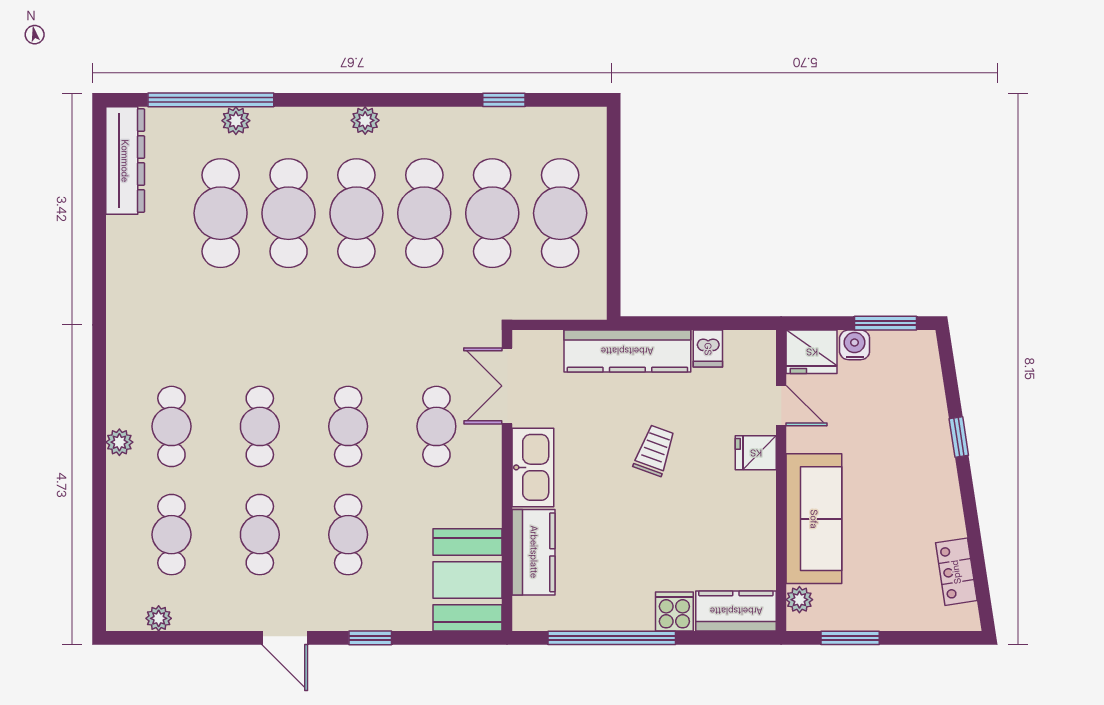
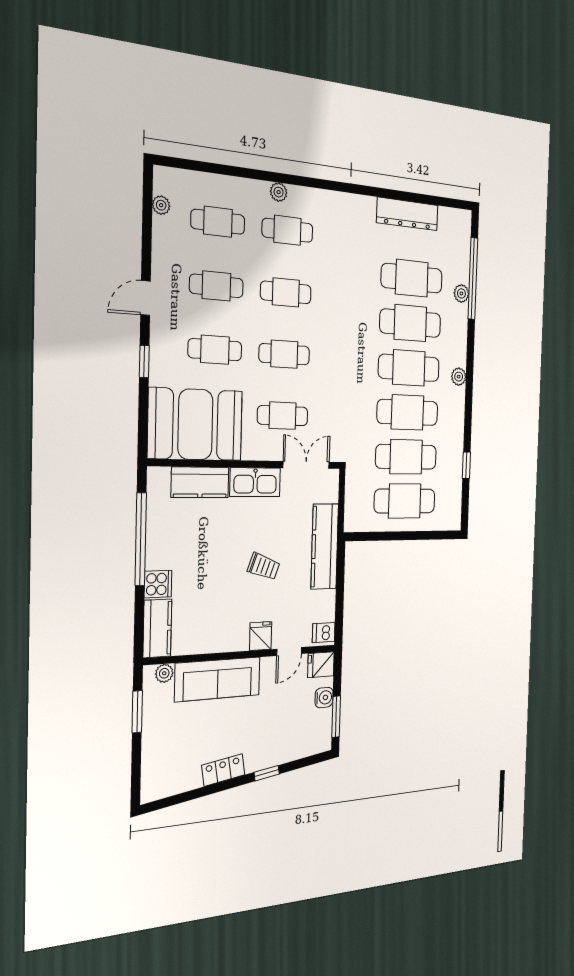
dresser: (125, 161) -> (407, 214), moved
dishwasher: (708, 349) -> (324, 633), moved
fridge: (812, 352) -> (321, 665), width x0.72
locker: (956, 572) -> (223, 770), moved
booth: (468, 580) -> (195, 424), width x1.36, depth x1.42

